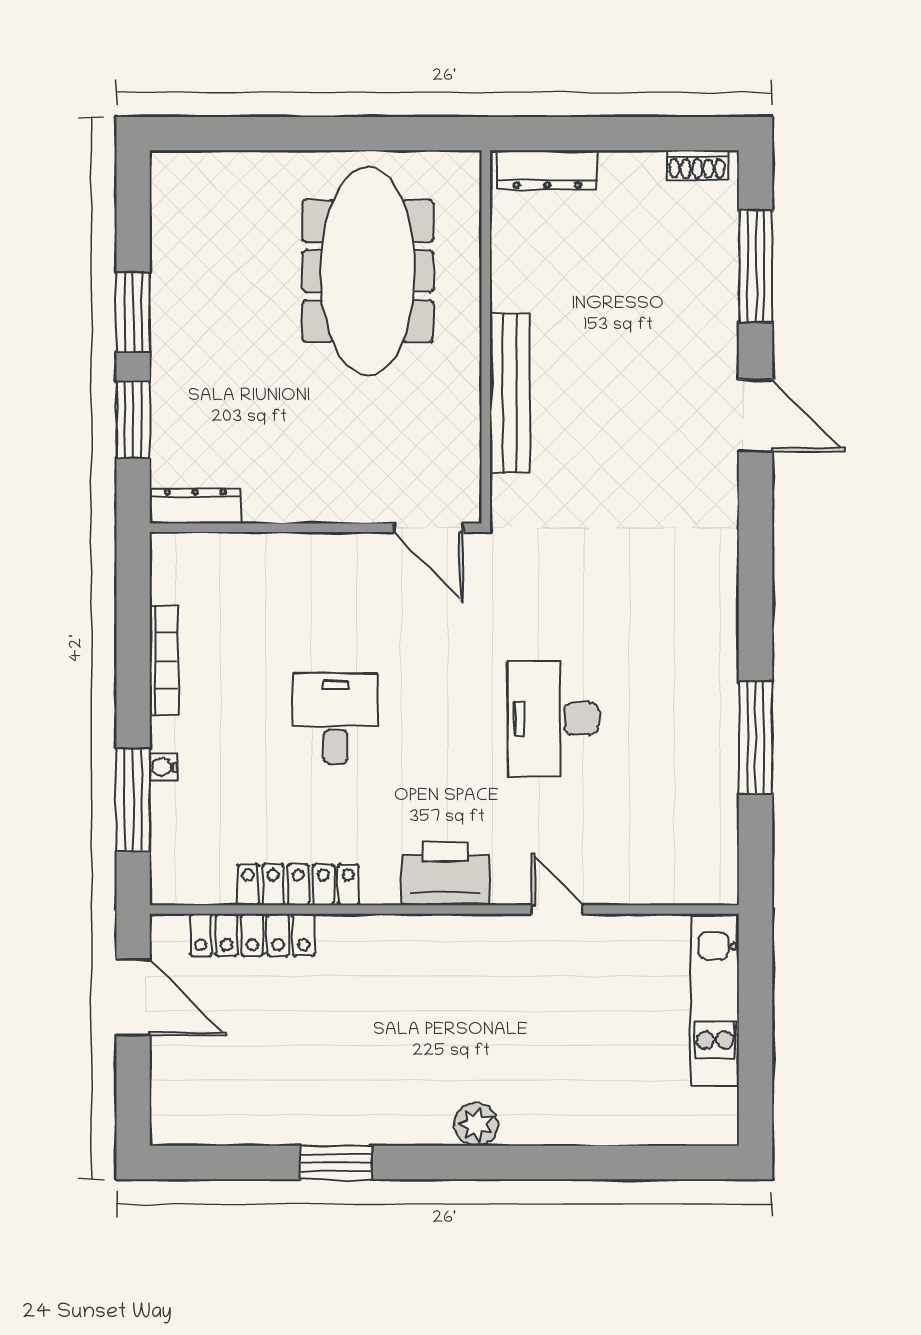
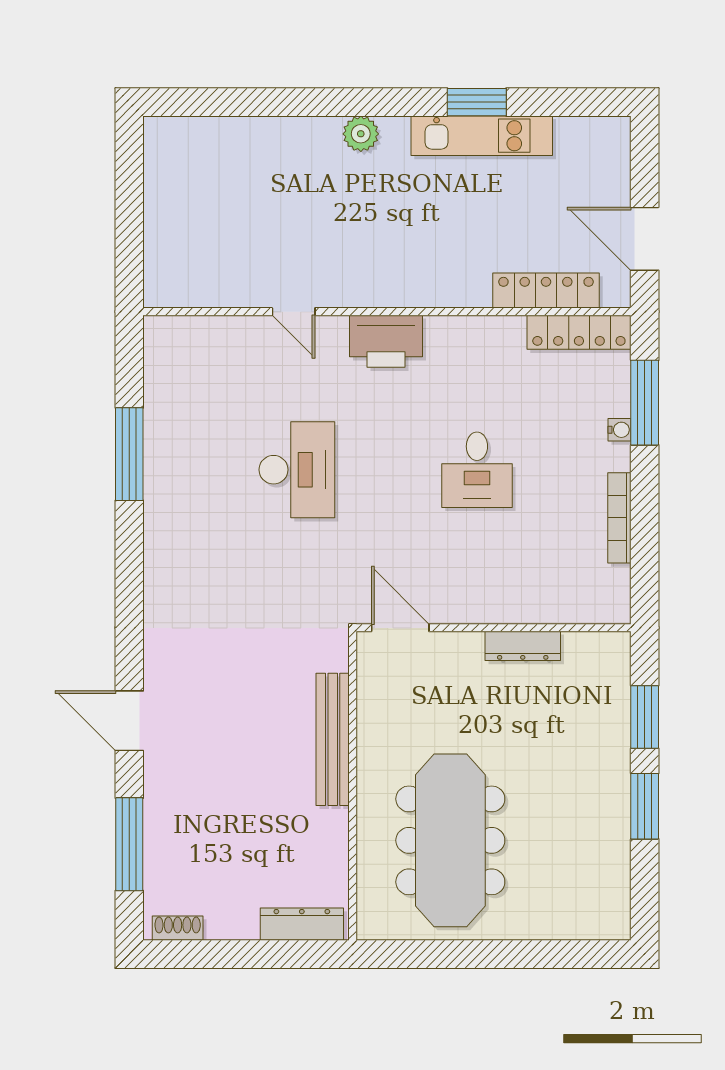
dresser: (195, 506) -> (523, 646), moved
locker: (298, 885) -> (579, 332), moved
kitchen unit: (715, 1001) -> (482, 136), moved, turned 90

